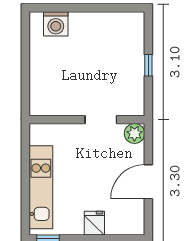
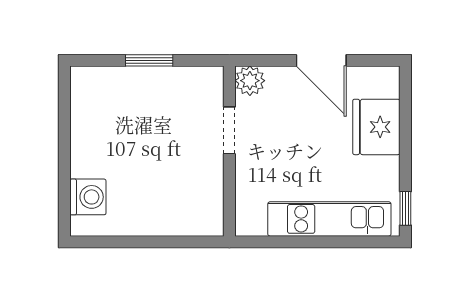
window: (148, 65) -> (149, 60), width x1.50
fridge: (94, 223) -> (376, 127), width x1.88, depth x1.34

